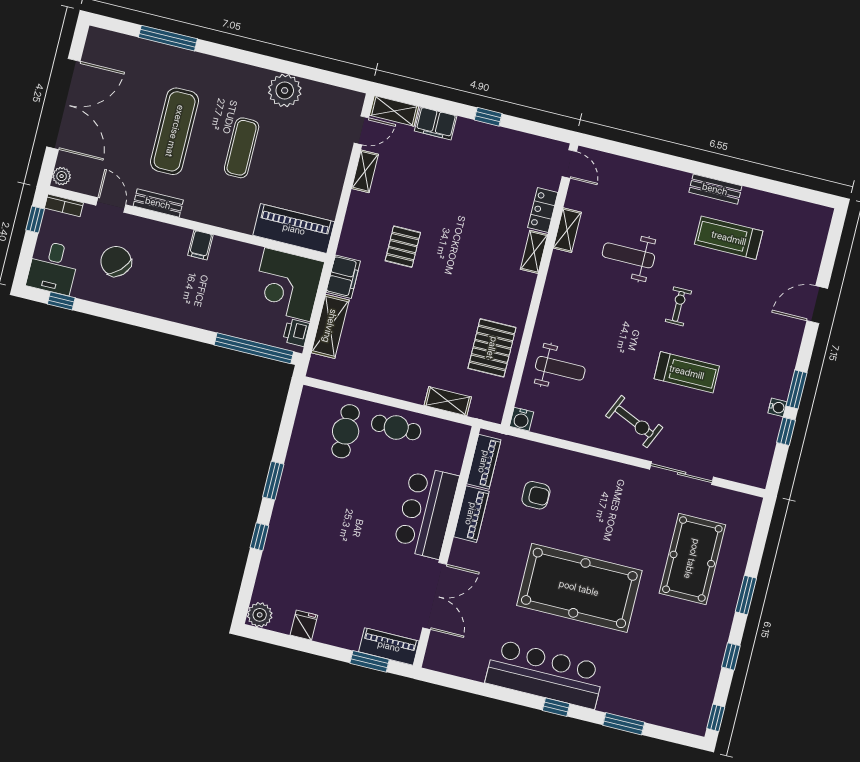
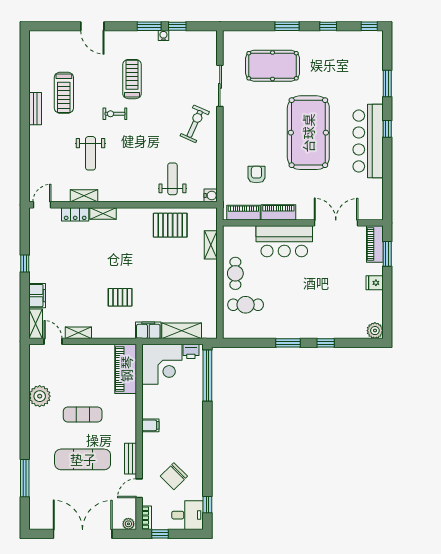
treadmill: (687, 372) -> (132, 79), moved
fridge: (304, 625) -> (375, 283), moved

